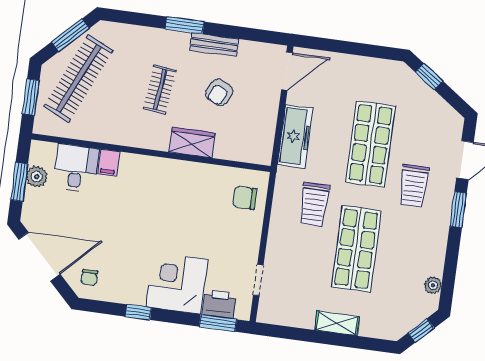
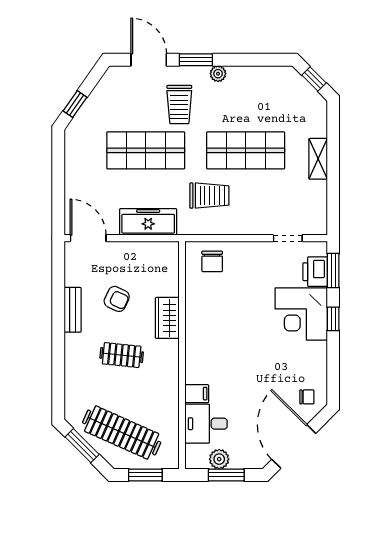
window: (185, 25) -> (58, 340), removed
trolley: (414, 186) -> (179, 104), turned 90
plant: (433, 285) -> (218, 74), moved
window: (138, 312) -> (333, 319), moved

